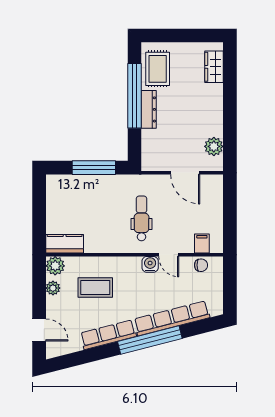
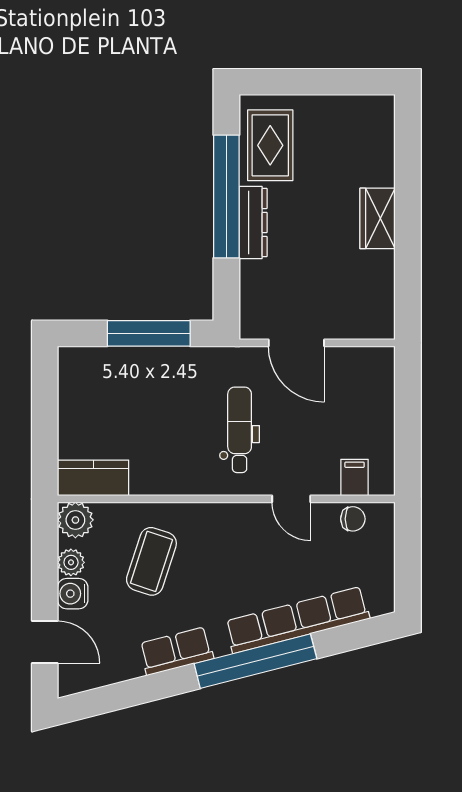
wardrobe: (214, 67) -> (377, 218), moved
plant: (214, 146) -> (377, 293), removed
door: (185, 173) -> (296, 343), moved
water cooler: (150, 264) -> (73, 594), moved, turned -90
coffee table: (95, 288) -> (151, 561), turned -72
row of seats: (108, 335) -> (176, 651), width x0.68

